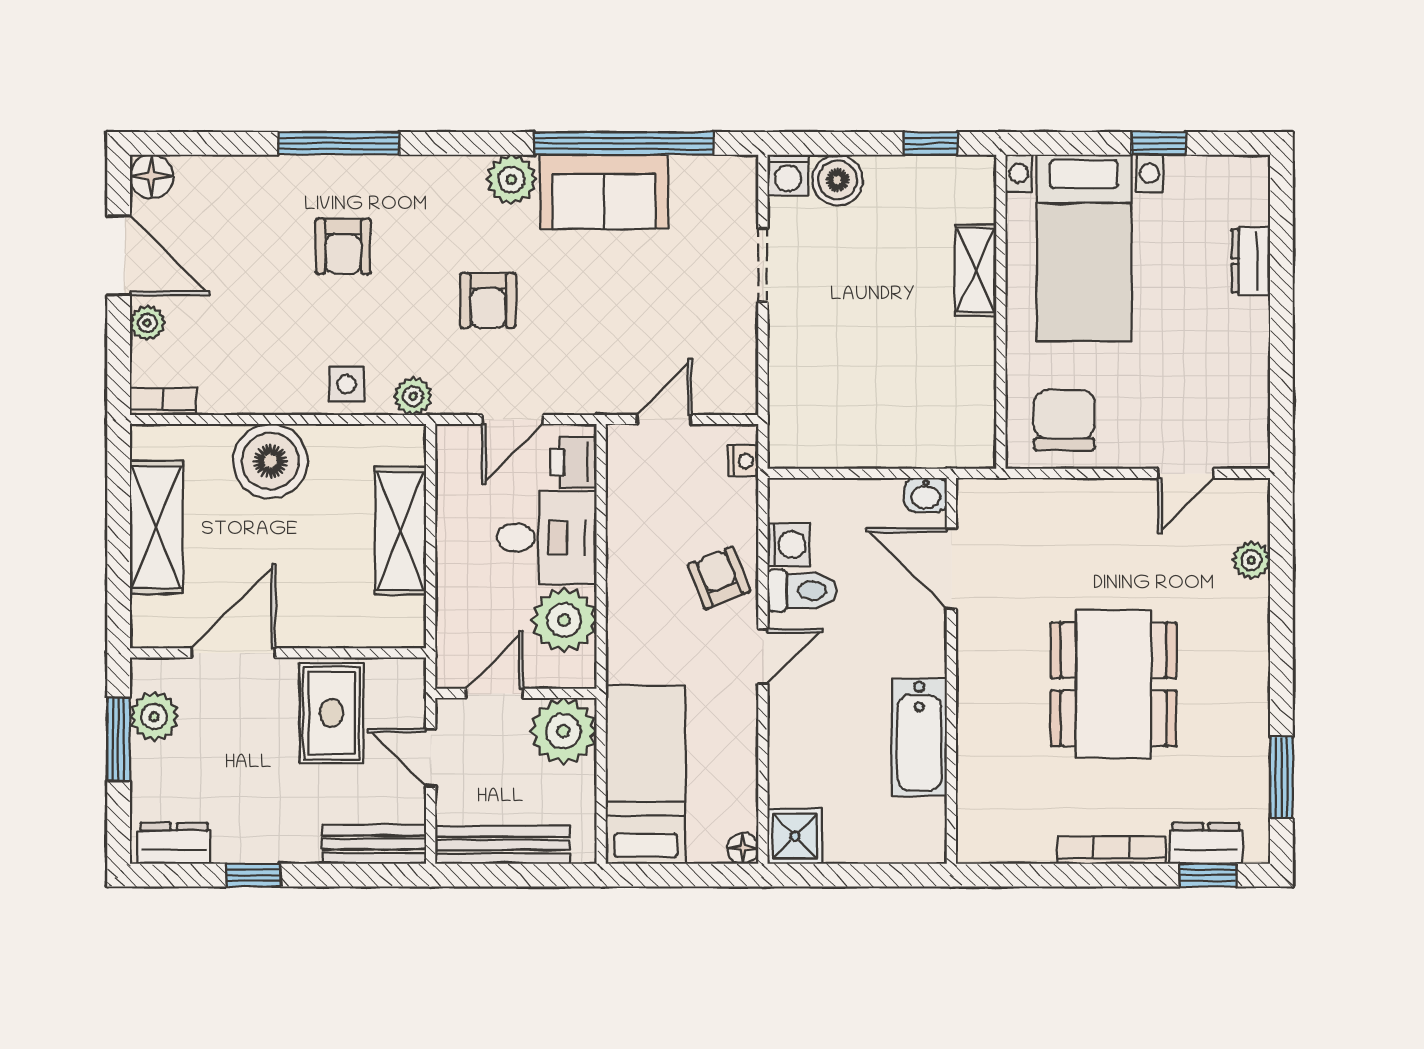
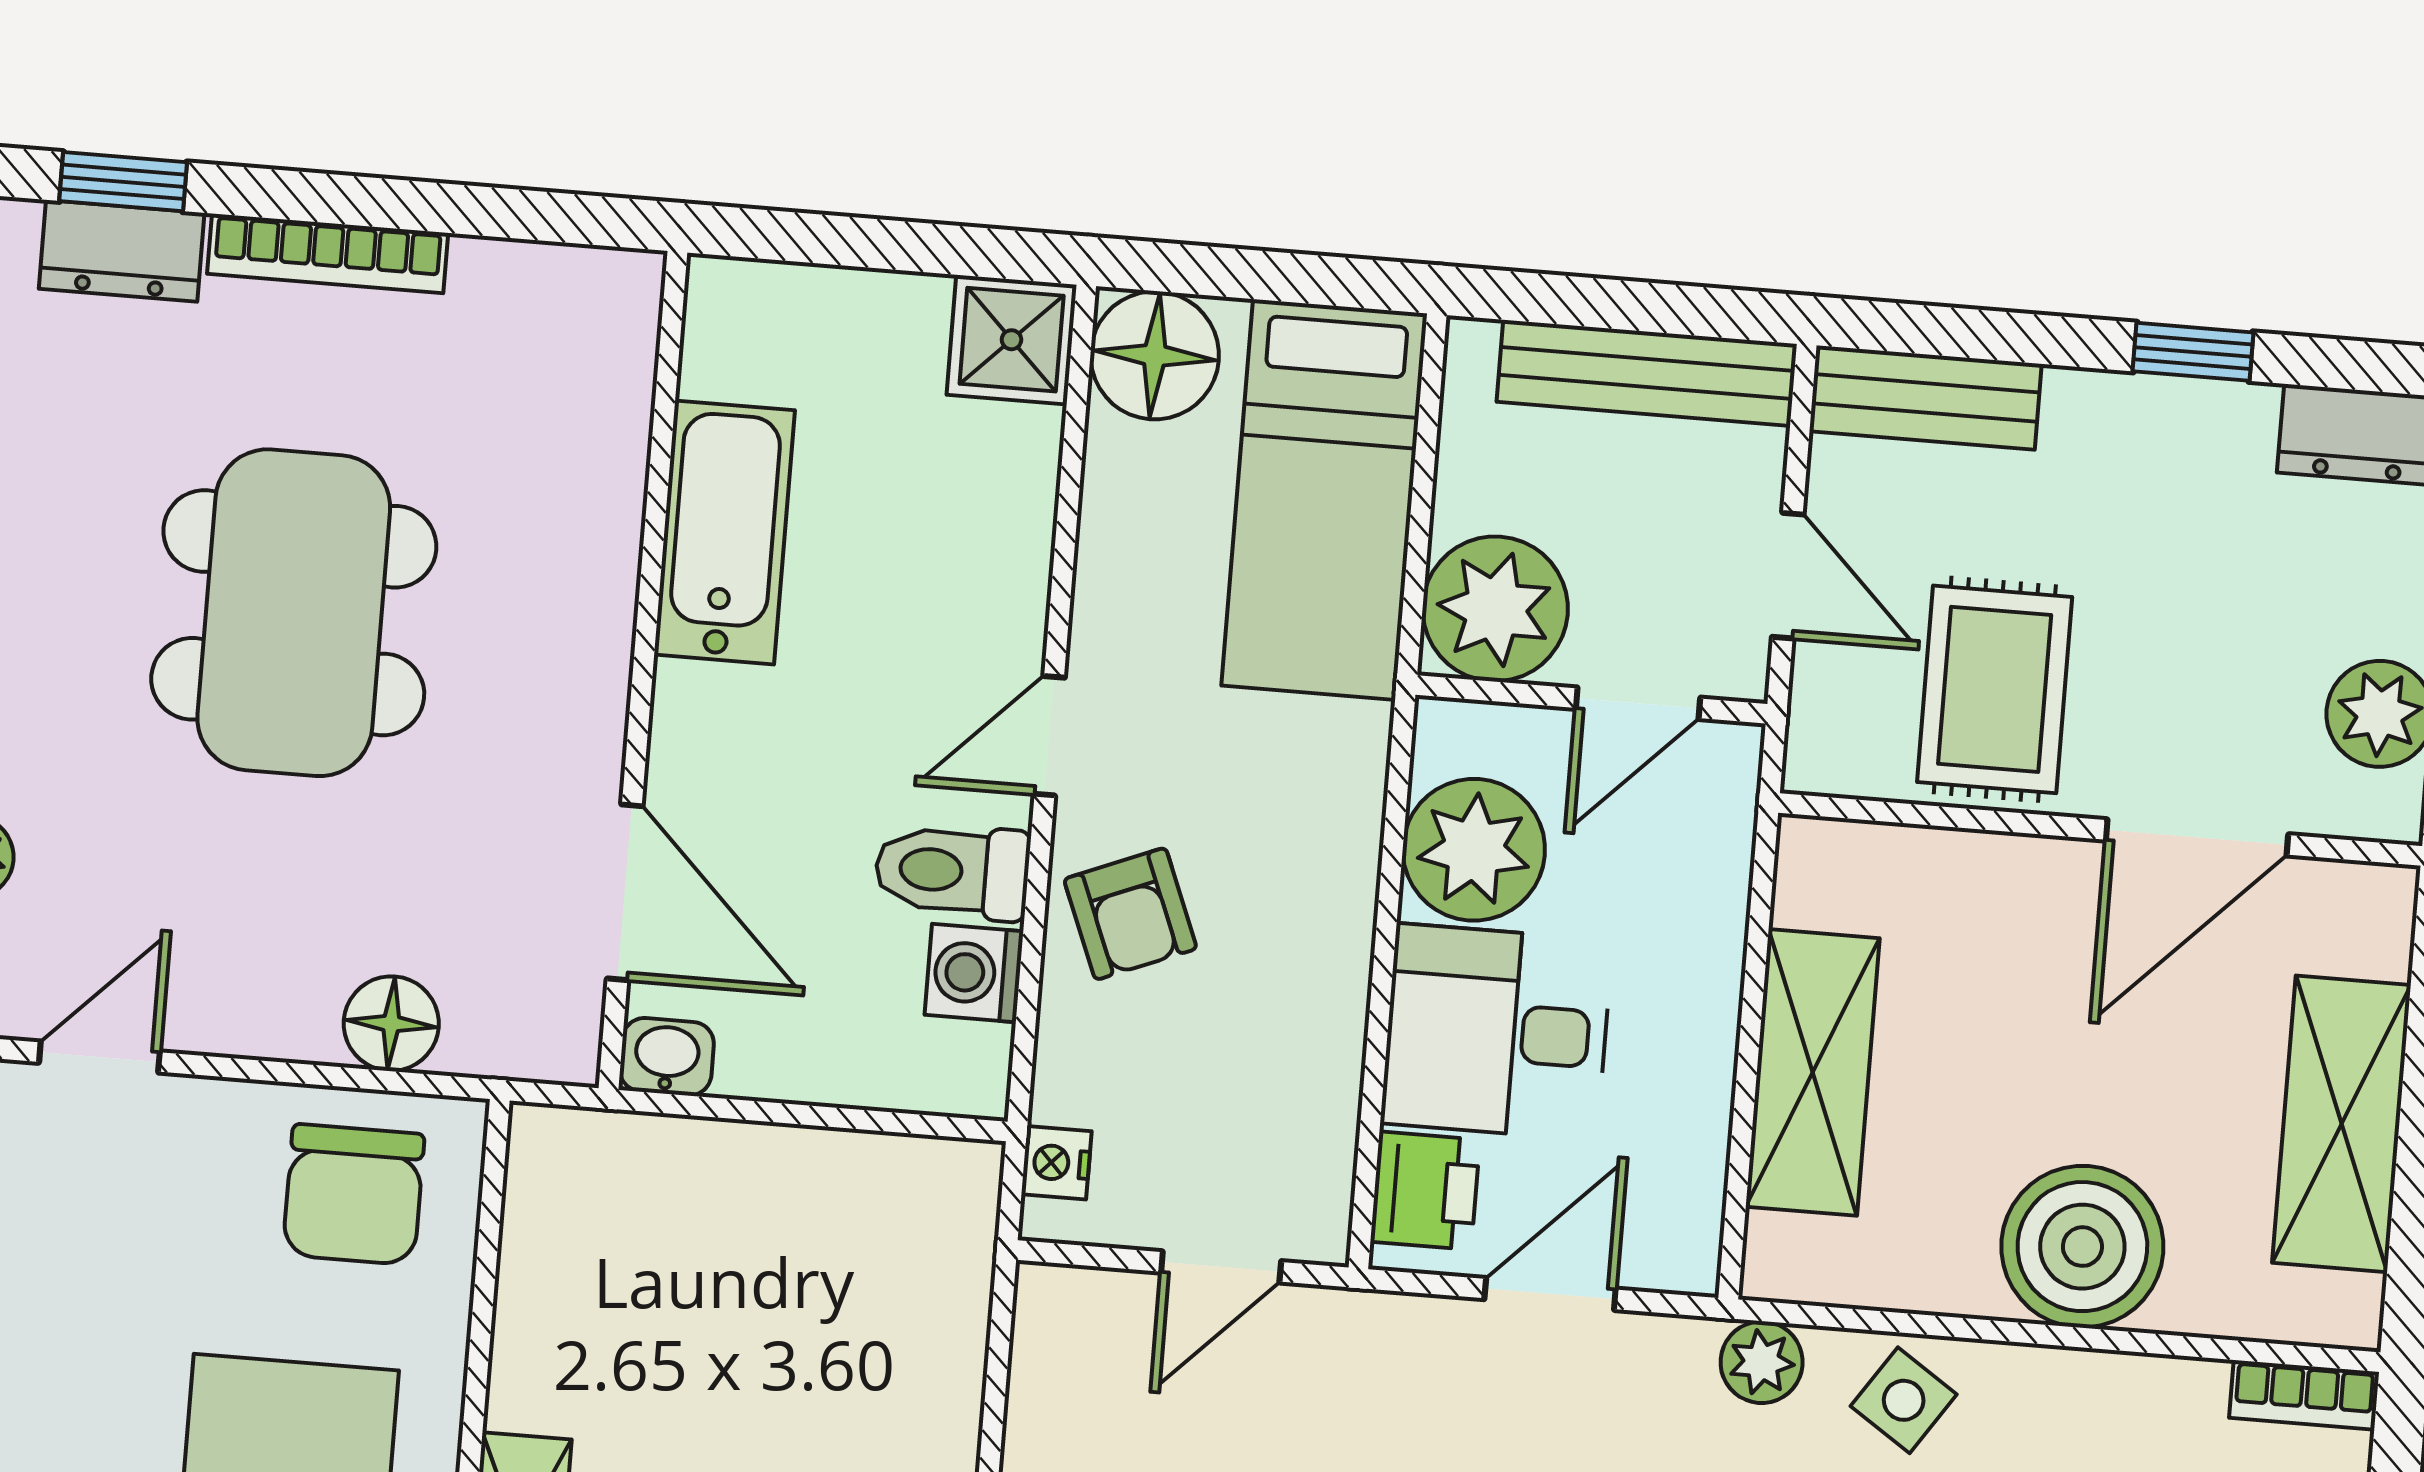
side table: (346, 384) -> (1904, 1400), turned 34
floor lamp: (1053, 500) -> (391, 1024), added
floor lamp: (743, 848) -> (1155, 355), width x1.89, depth x1.89

